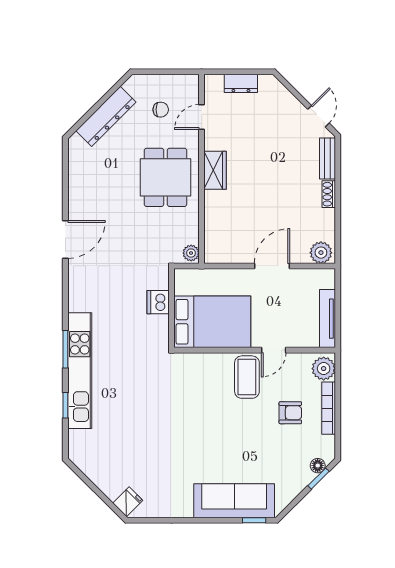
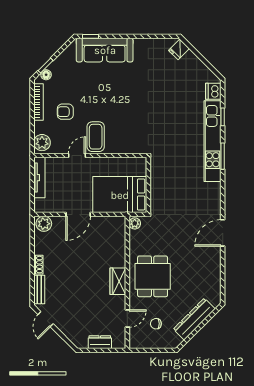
dishwasher: (158, 302) -> (213, 91), moved, turned 180
bed: (212, 322) -> (120, 195), moved
bookcase: (329, 408) -> (38, 102), moved

